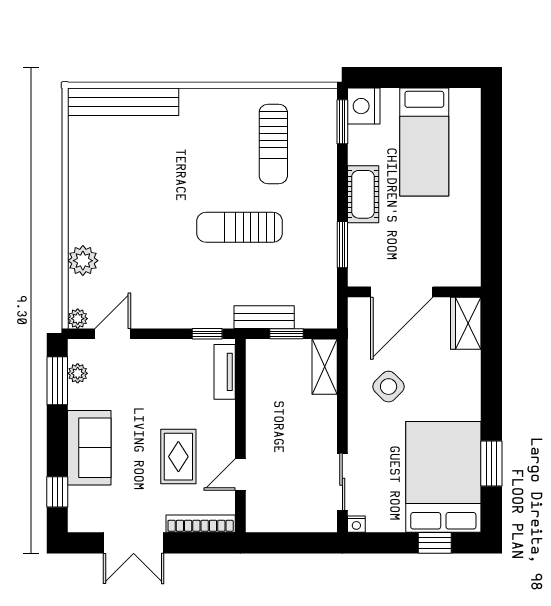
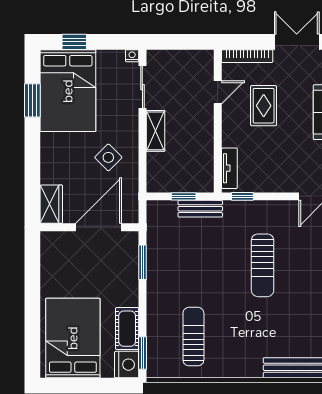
bed: (424, 142) -> (73, 338), width x1.50
cot: (363, 194) -> (127, 329), moved
sun lounger: (240, 227) -> (263, 265), moved, turned 90
shelving: (325, 367) -> (156, 131), moved

